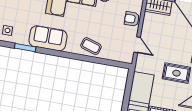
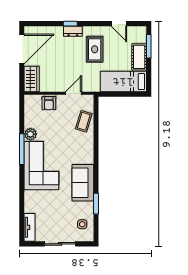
coffee table: (91, 46) -> (84, 121), moved

